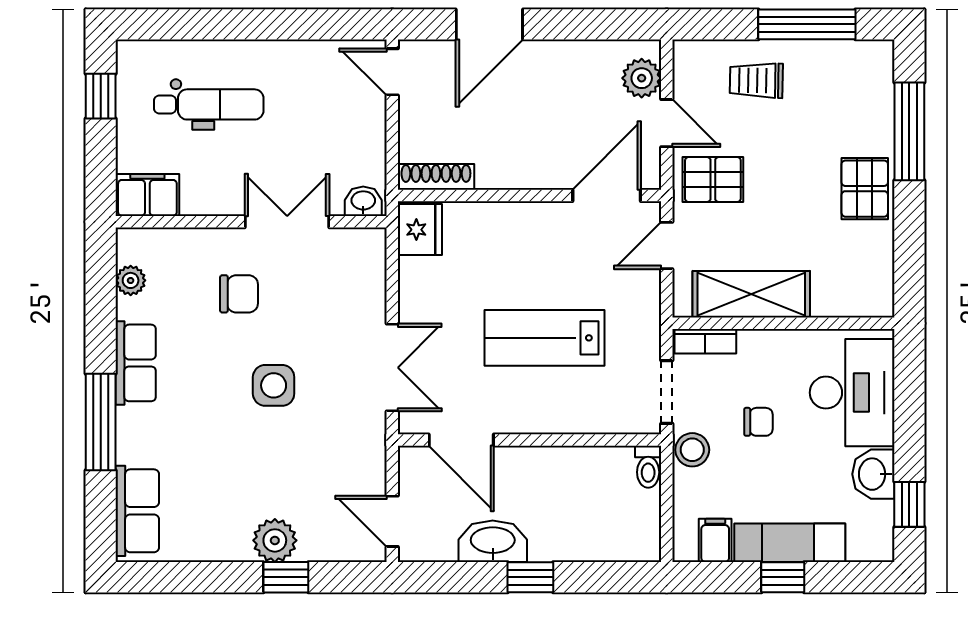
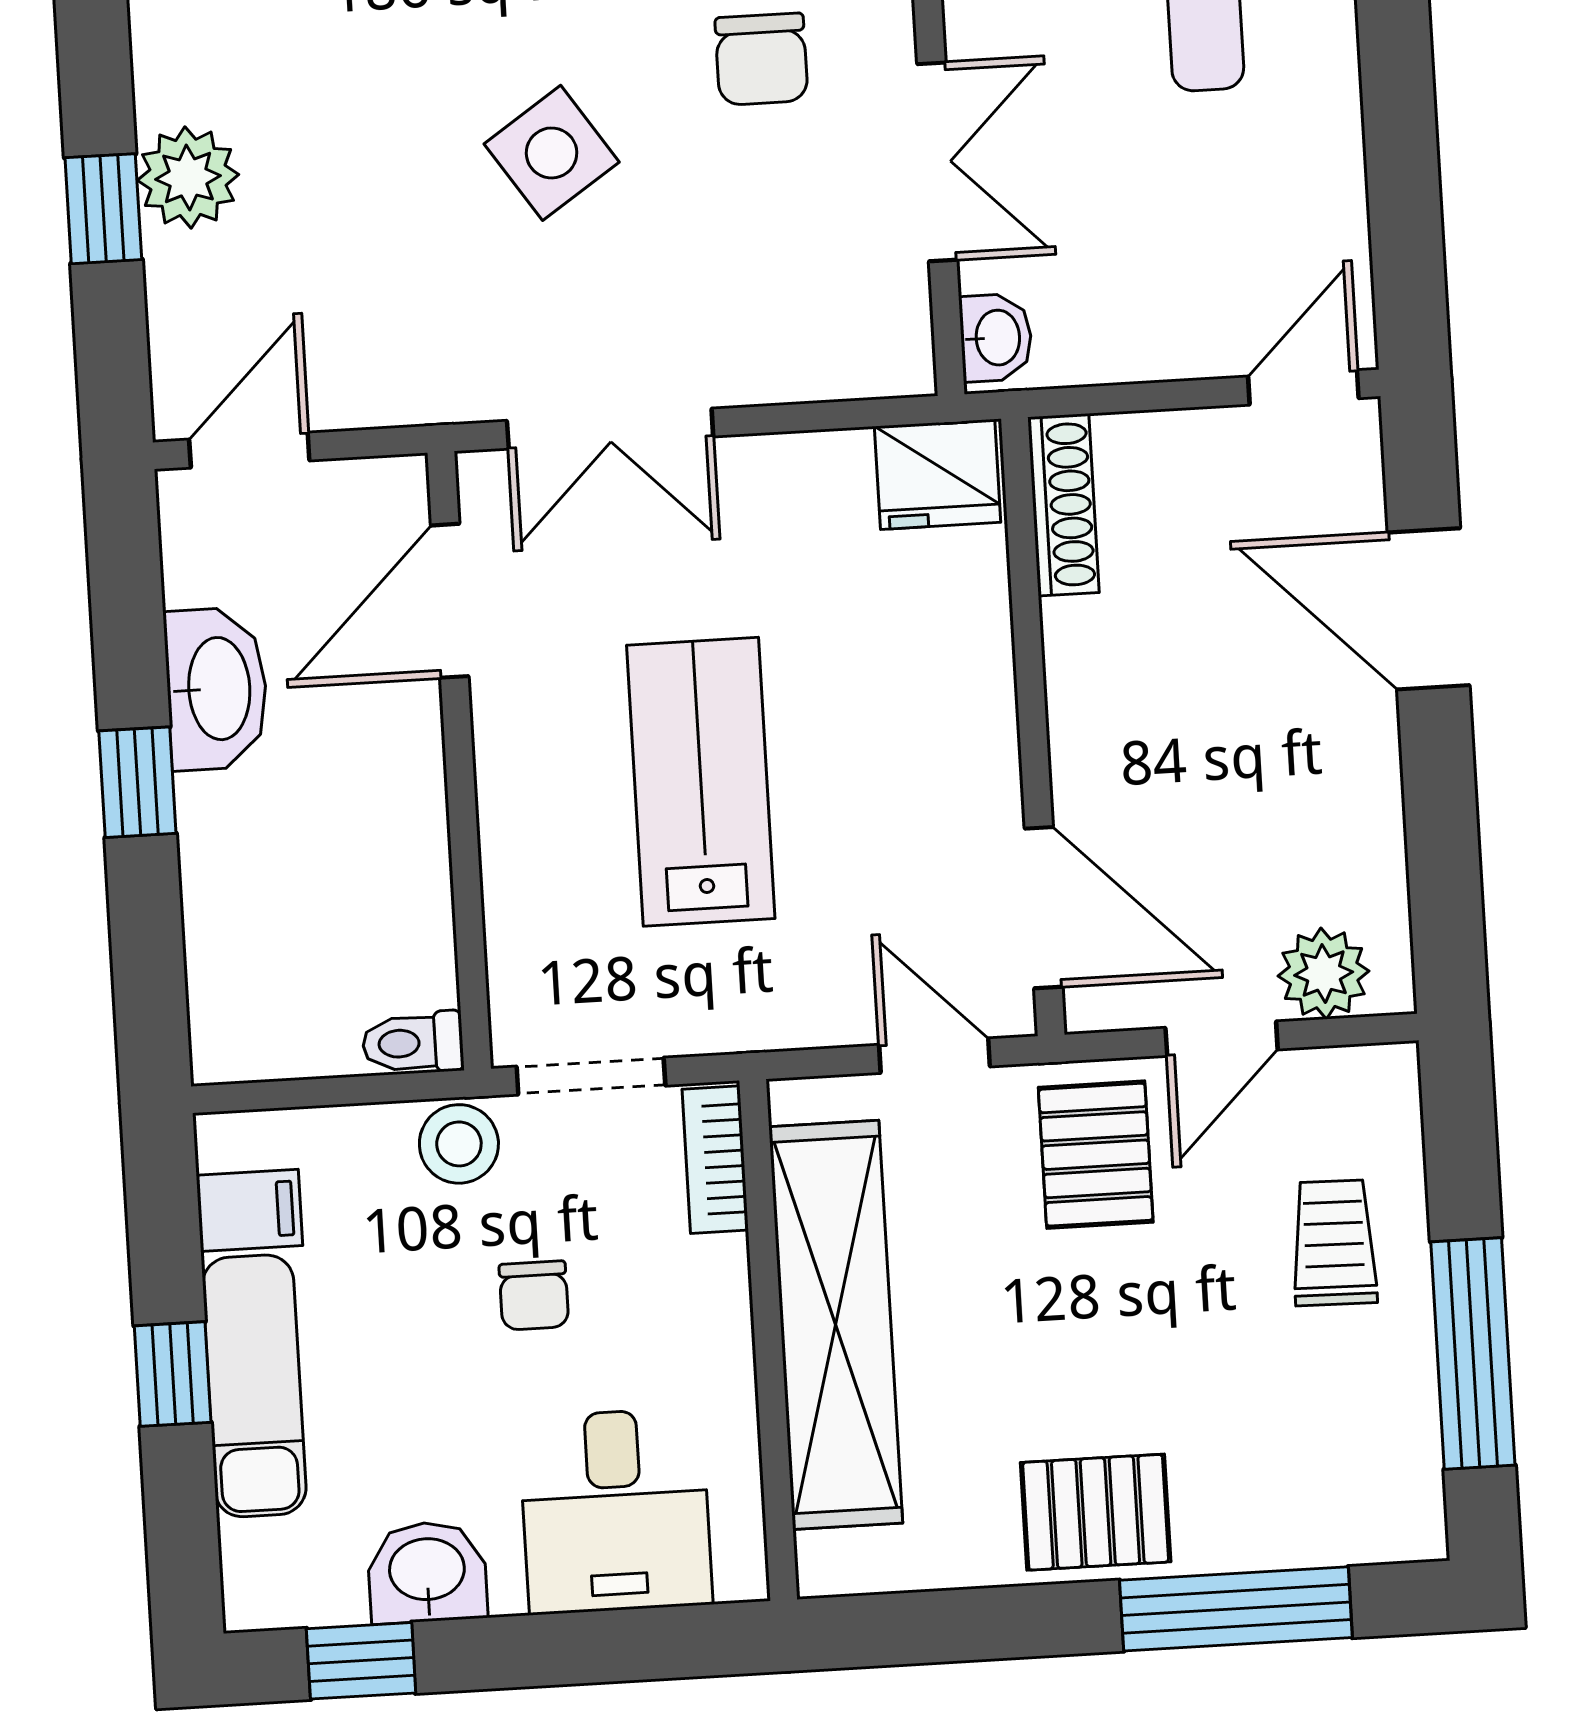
shelving: (751, 294) -> (836, 1325), width x1.47
side table: (274, 385) -> (552, 153), turned -34
desk: (852, 393) -> (615, 1511), width x0.73

